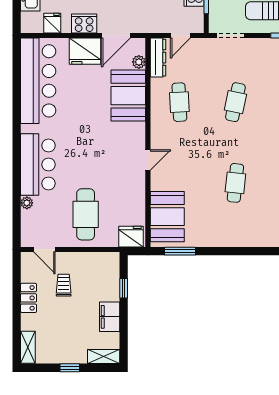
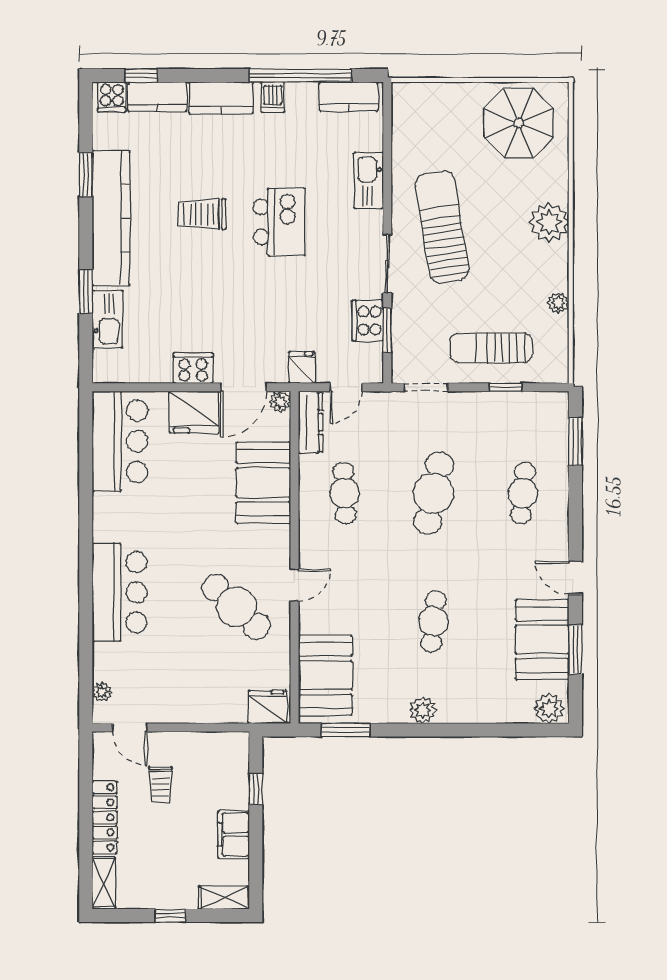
fridge: (52, 23) -> (302, 368), moved
plant: (139, 62) -> (280, 402), moved
bar counter: (38, 81) -> (120, 441), width x0.73
cafe table: (235, 102) -> (434, 493), width x1.37, depth x1.35
plant: (27, 203) -> (102, 692), moved
cafe table: (86, 214) -> (236, 607), moved, turned -47
plant: (229, 239) -> (423, 710), added
trolley: (64, 285) -> (160, 784), turned 180
locker: (28, 298) -> (105, 817), width x1.53

